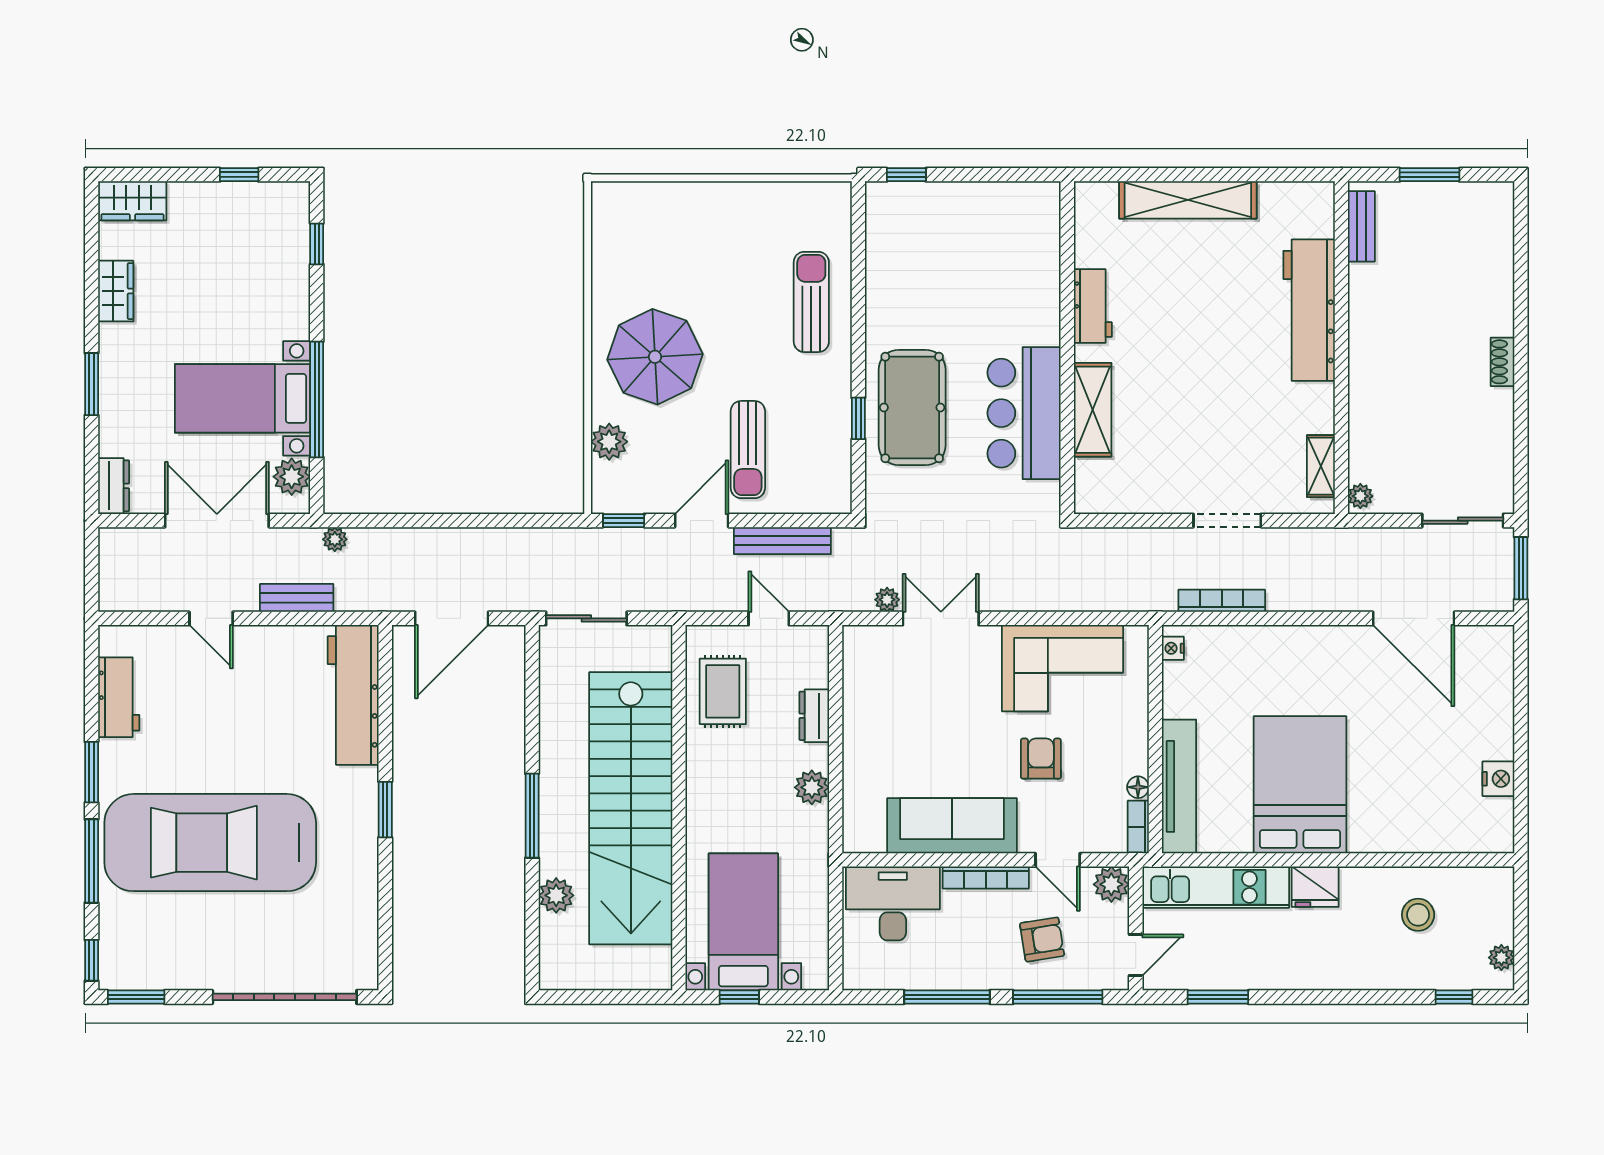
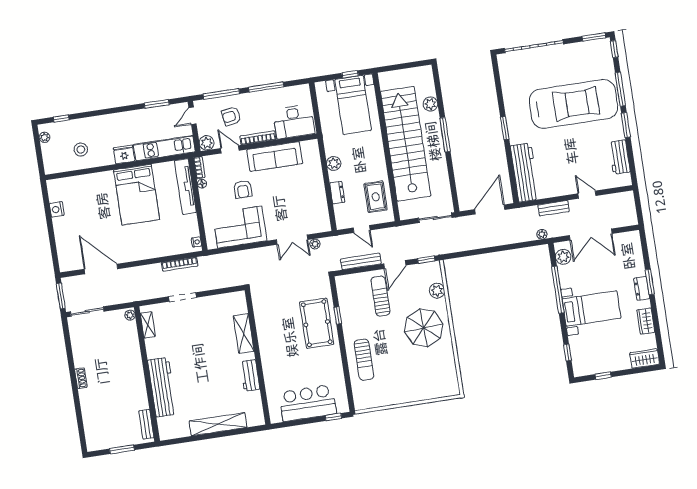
bed with nightstands: (242, 398) -> (591, 309), moved
bar counter: (1024, 413) -> (308, 403), moved, turned -90
dresser: (114, 486) -> (642, 288), moved

